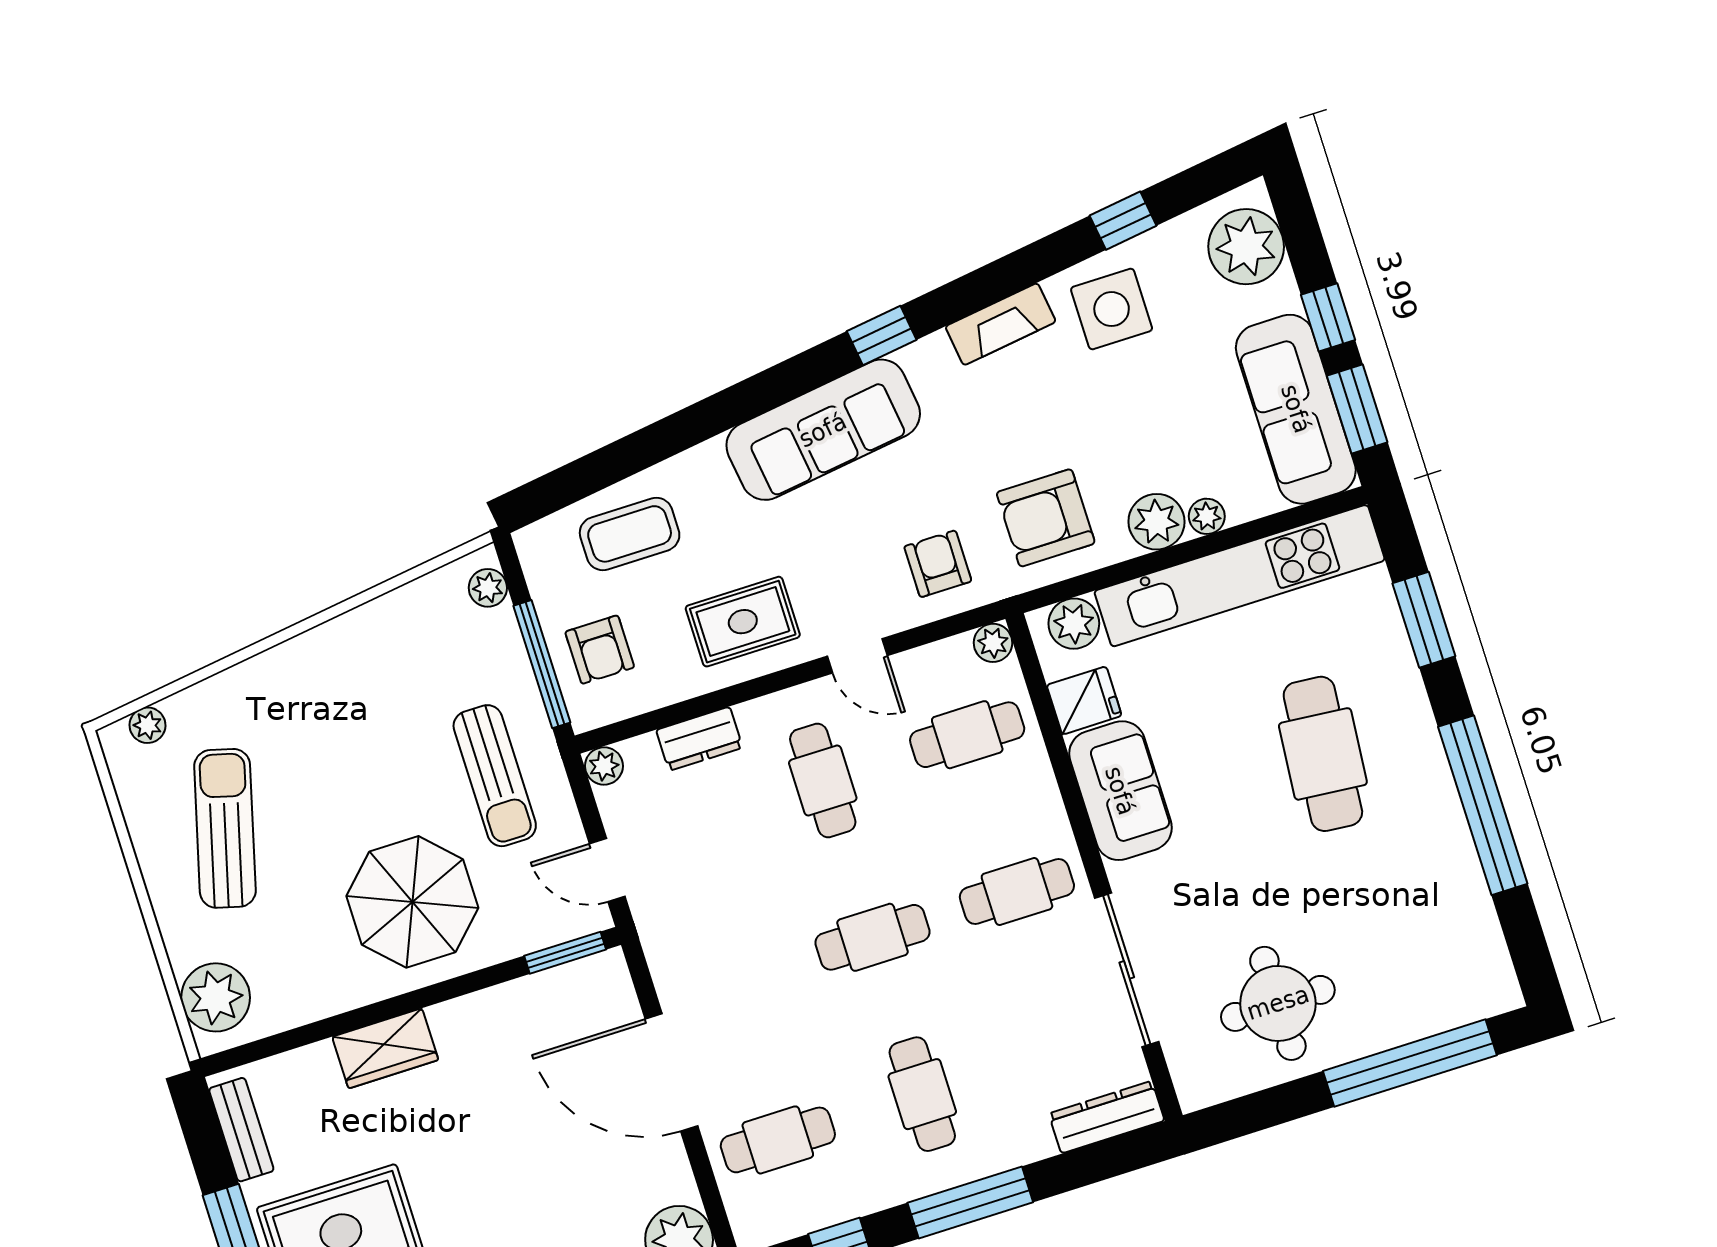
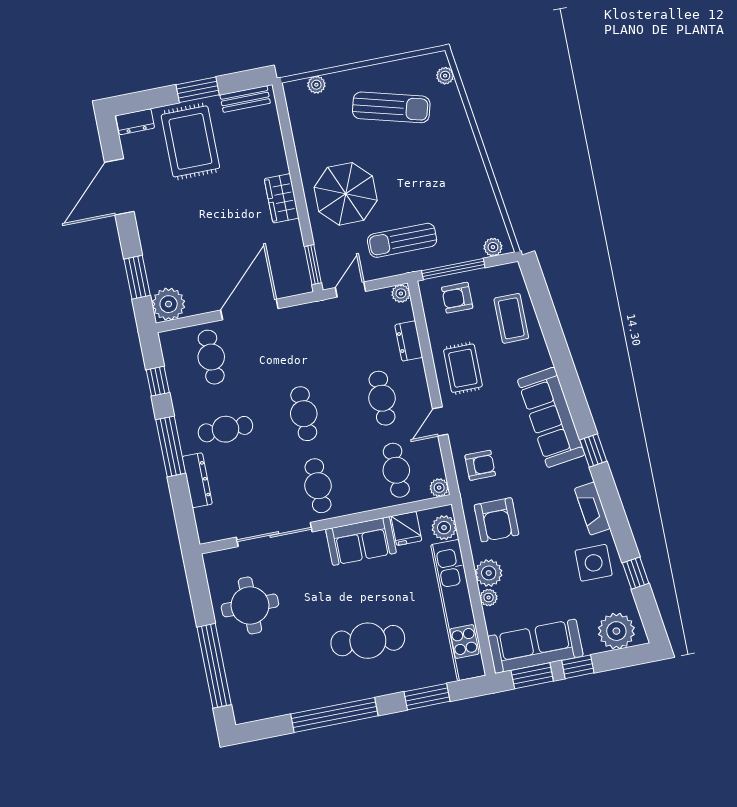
armchair: (1046, 518) -> (497, 520), turned 180
cafe table: (823, 780) -> (382, 398), turned 90
plant: (216, 997) -> (316, 85), width x0.53, depth x0.53
wardrobe: (385, 1048) -> (282, 198), moved
dresser: (1107, 1117) -> (197, 480), moved

